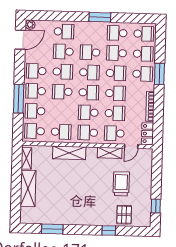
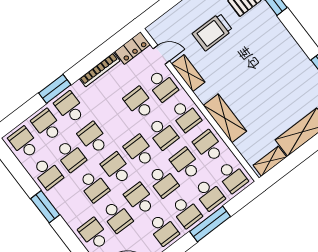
school desk: (115, 93) -> (186, 164), moved

